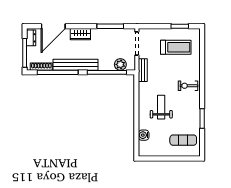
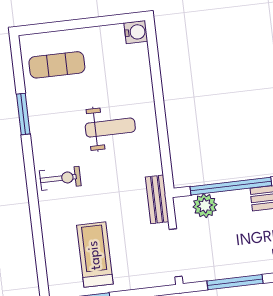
treadmill: (176, 47) -> (95, 255), turned 90
weight bench: (161, 107) -> (110, 128), turned -90
water cooler: (144, 135) -> (136, 32), moved

